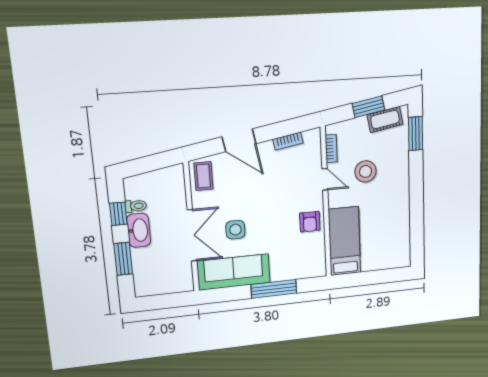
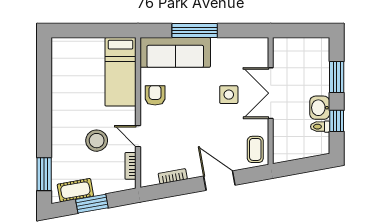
washbasin: (139, 230) -> (320, 108), width x0.72
sofa: (234, 272) -> (175, 52), moved

